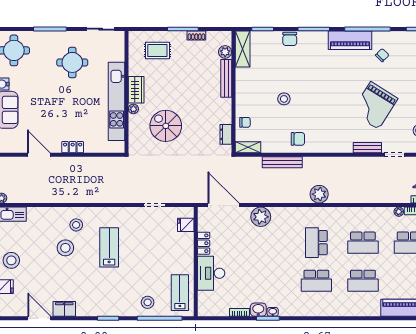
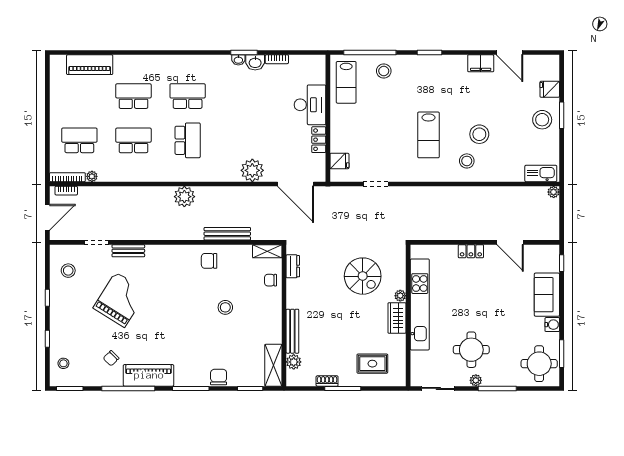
plant: (68, 36) -> (476, 380), added

